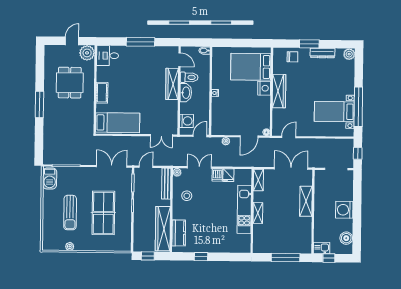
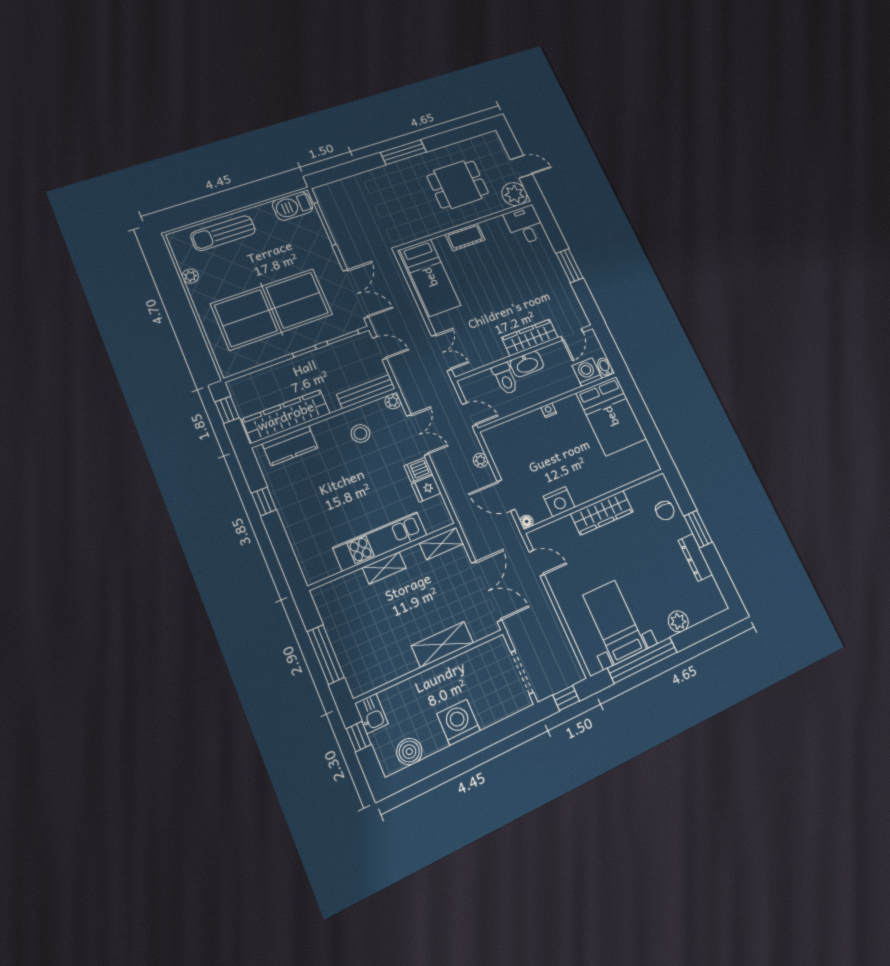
window: (140, 42) -> (570, 266), width x0.69
plant: (349, 54) -> (678, 621), moved
bed: (251, 67) -> (611, 416), moved, turned 180
toilet: (189, 77) -> (505, 378), moved
nightstand: (264, 88) -> (559, 502), moved
washing machine: (186, 121) -> (587, 372), moved, turned 180
double door: (161, 135) -> (441, 353), swing flipped
sun lounger: (70, 213) -> (223, 233), moved
table tennis table: (103, 213) -> (272, 309), width x1.36, depth x1.32

